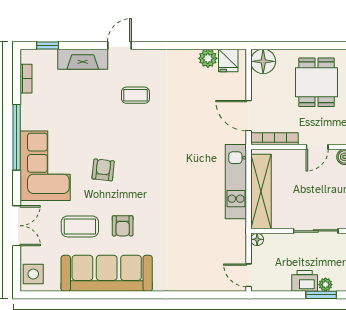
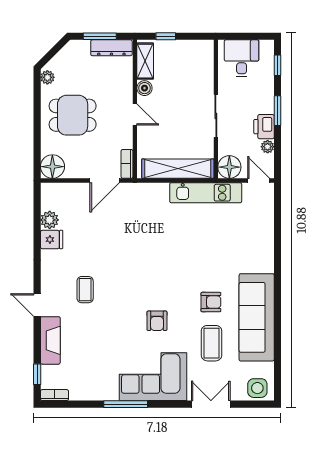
fridge: (228, 60) -> (52, 240), moved
bookcase: (26, 79) -> (54, 395), moved
window: (17, 137) -> (126, 404), width x0.68
bookcase: (274, 139) -> (127, 164), width x0.64
armchair: (103, 170) -> (157, 321), turned -96
kitchen unit: (236, 182) -> (206, 193), moved
floor lamp: (257, 239) -> (229, 167), width x1.89, depth x1.89
door: (249, 275) -> (259, 181), swing flipped
plant: (325, 285) -> (268, 147), moved

